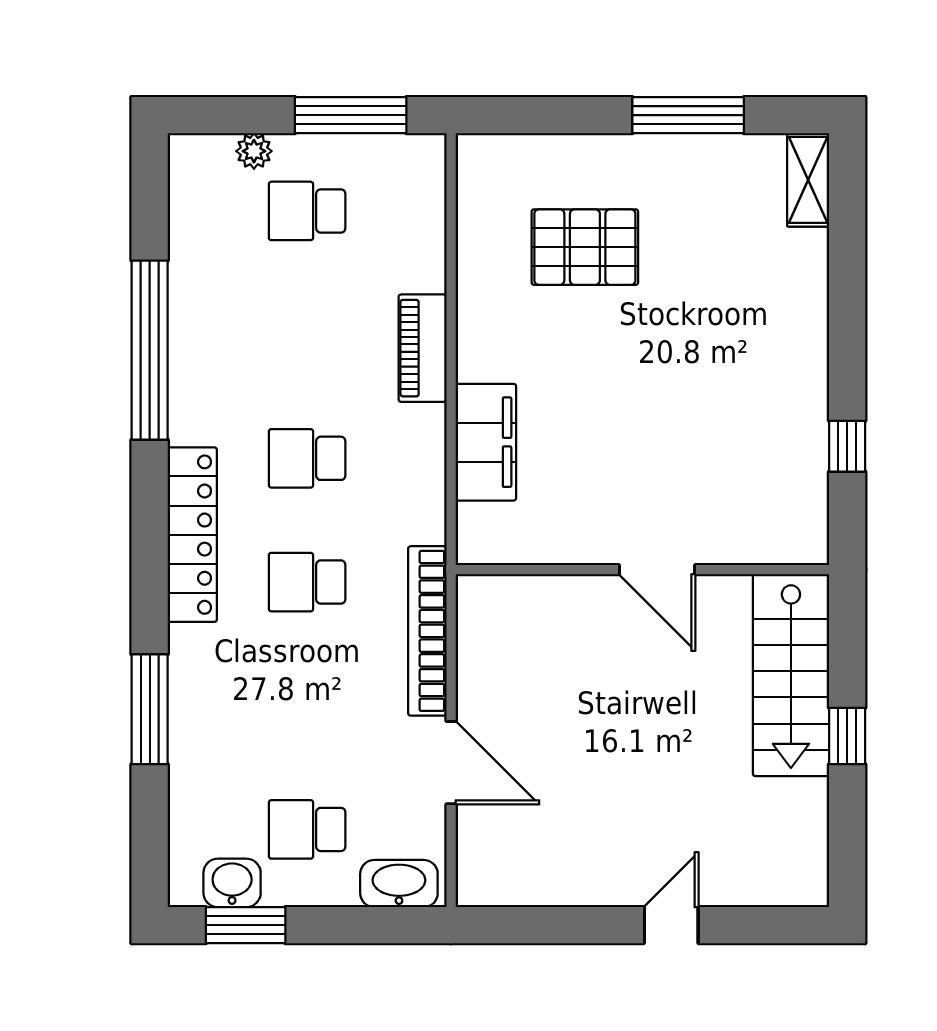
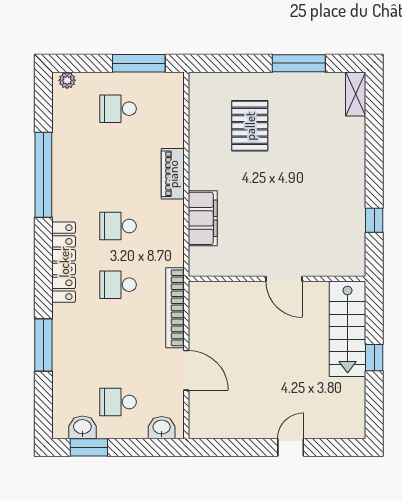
plant: (254, 151) -> (67, 80), moved
pallet: (585, 247) -> (250, 126), turned 90
washbasin: (399, 884) -> (162, 428), width x0.72

